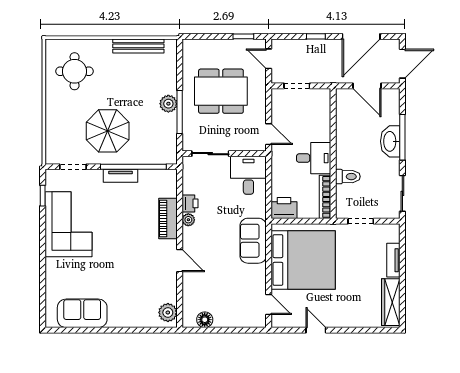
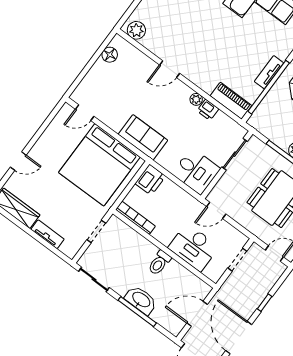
desk: (314, 158) -> (194, 247), moved, width x1.37
toilet: (348, 177) -> (159, 263), moved
piano: (168, 218) -> (231, 101), moved
door: (316, 330) -> (18, 161), moved

